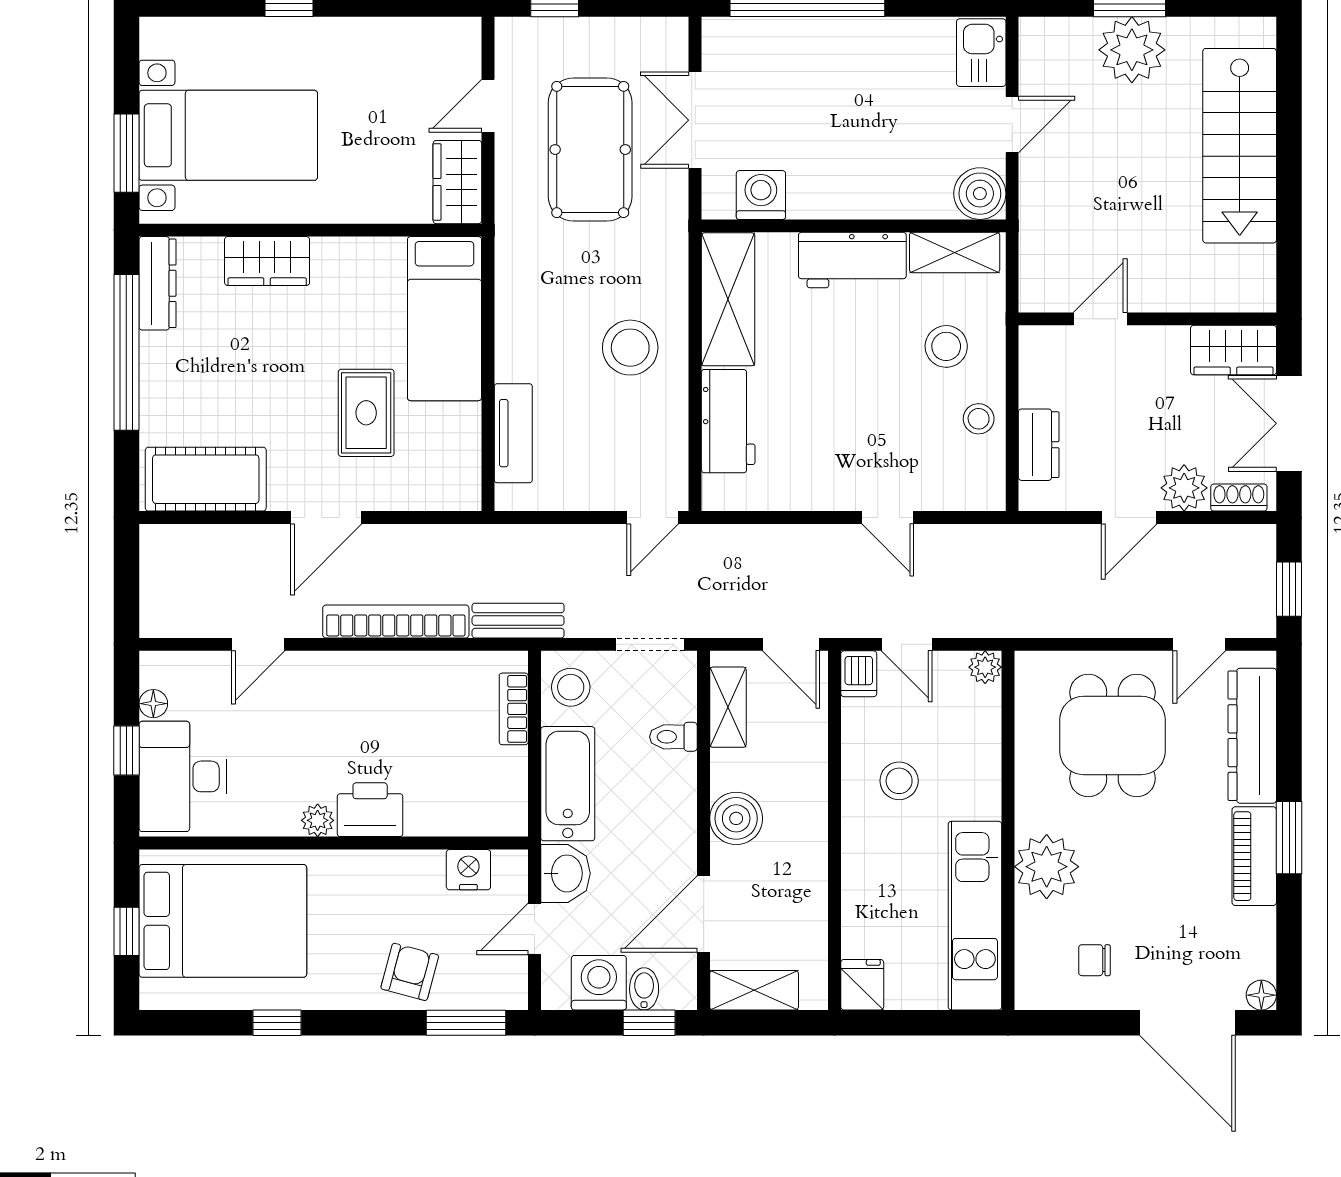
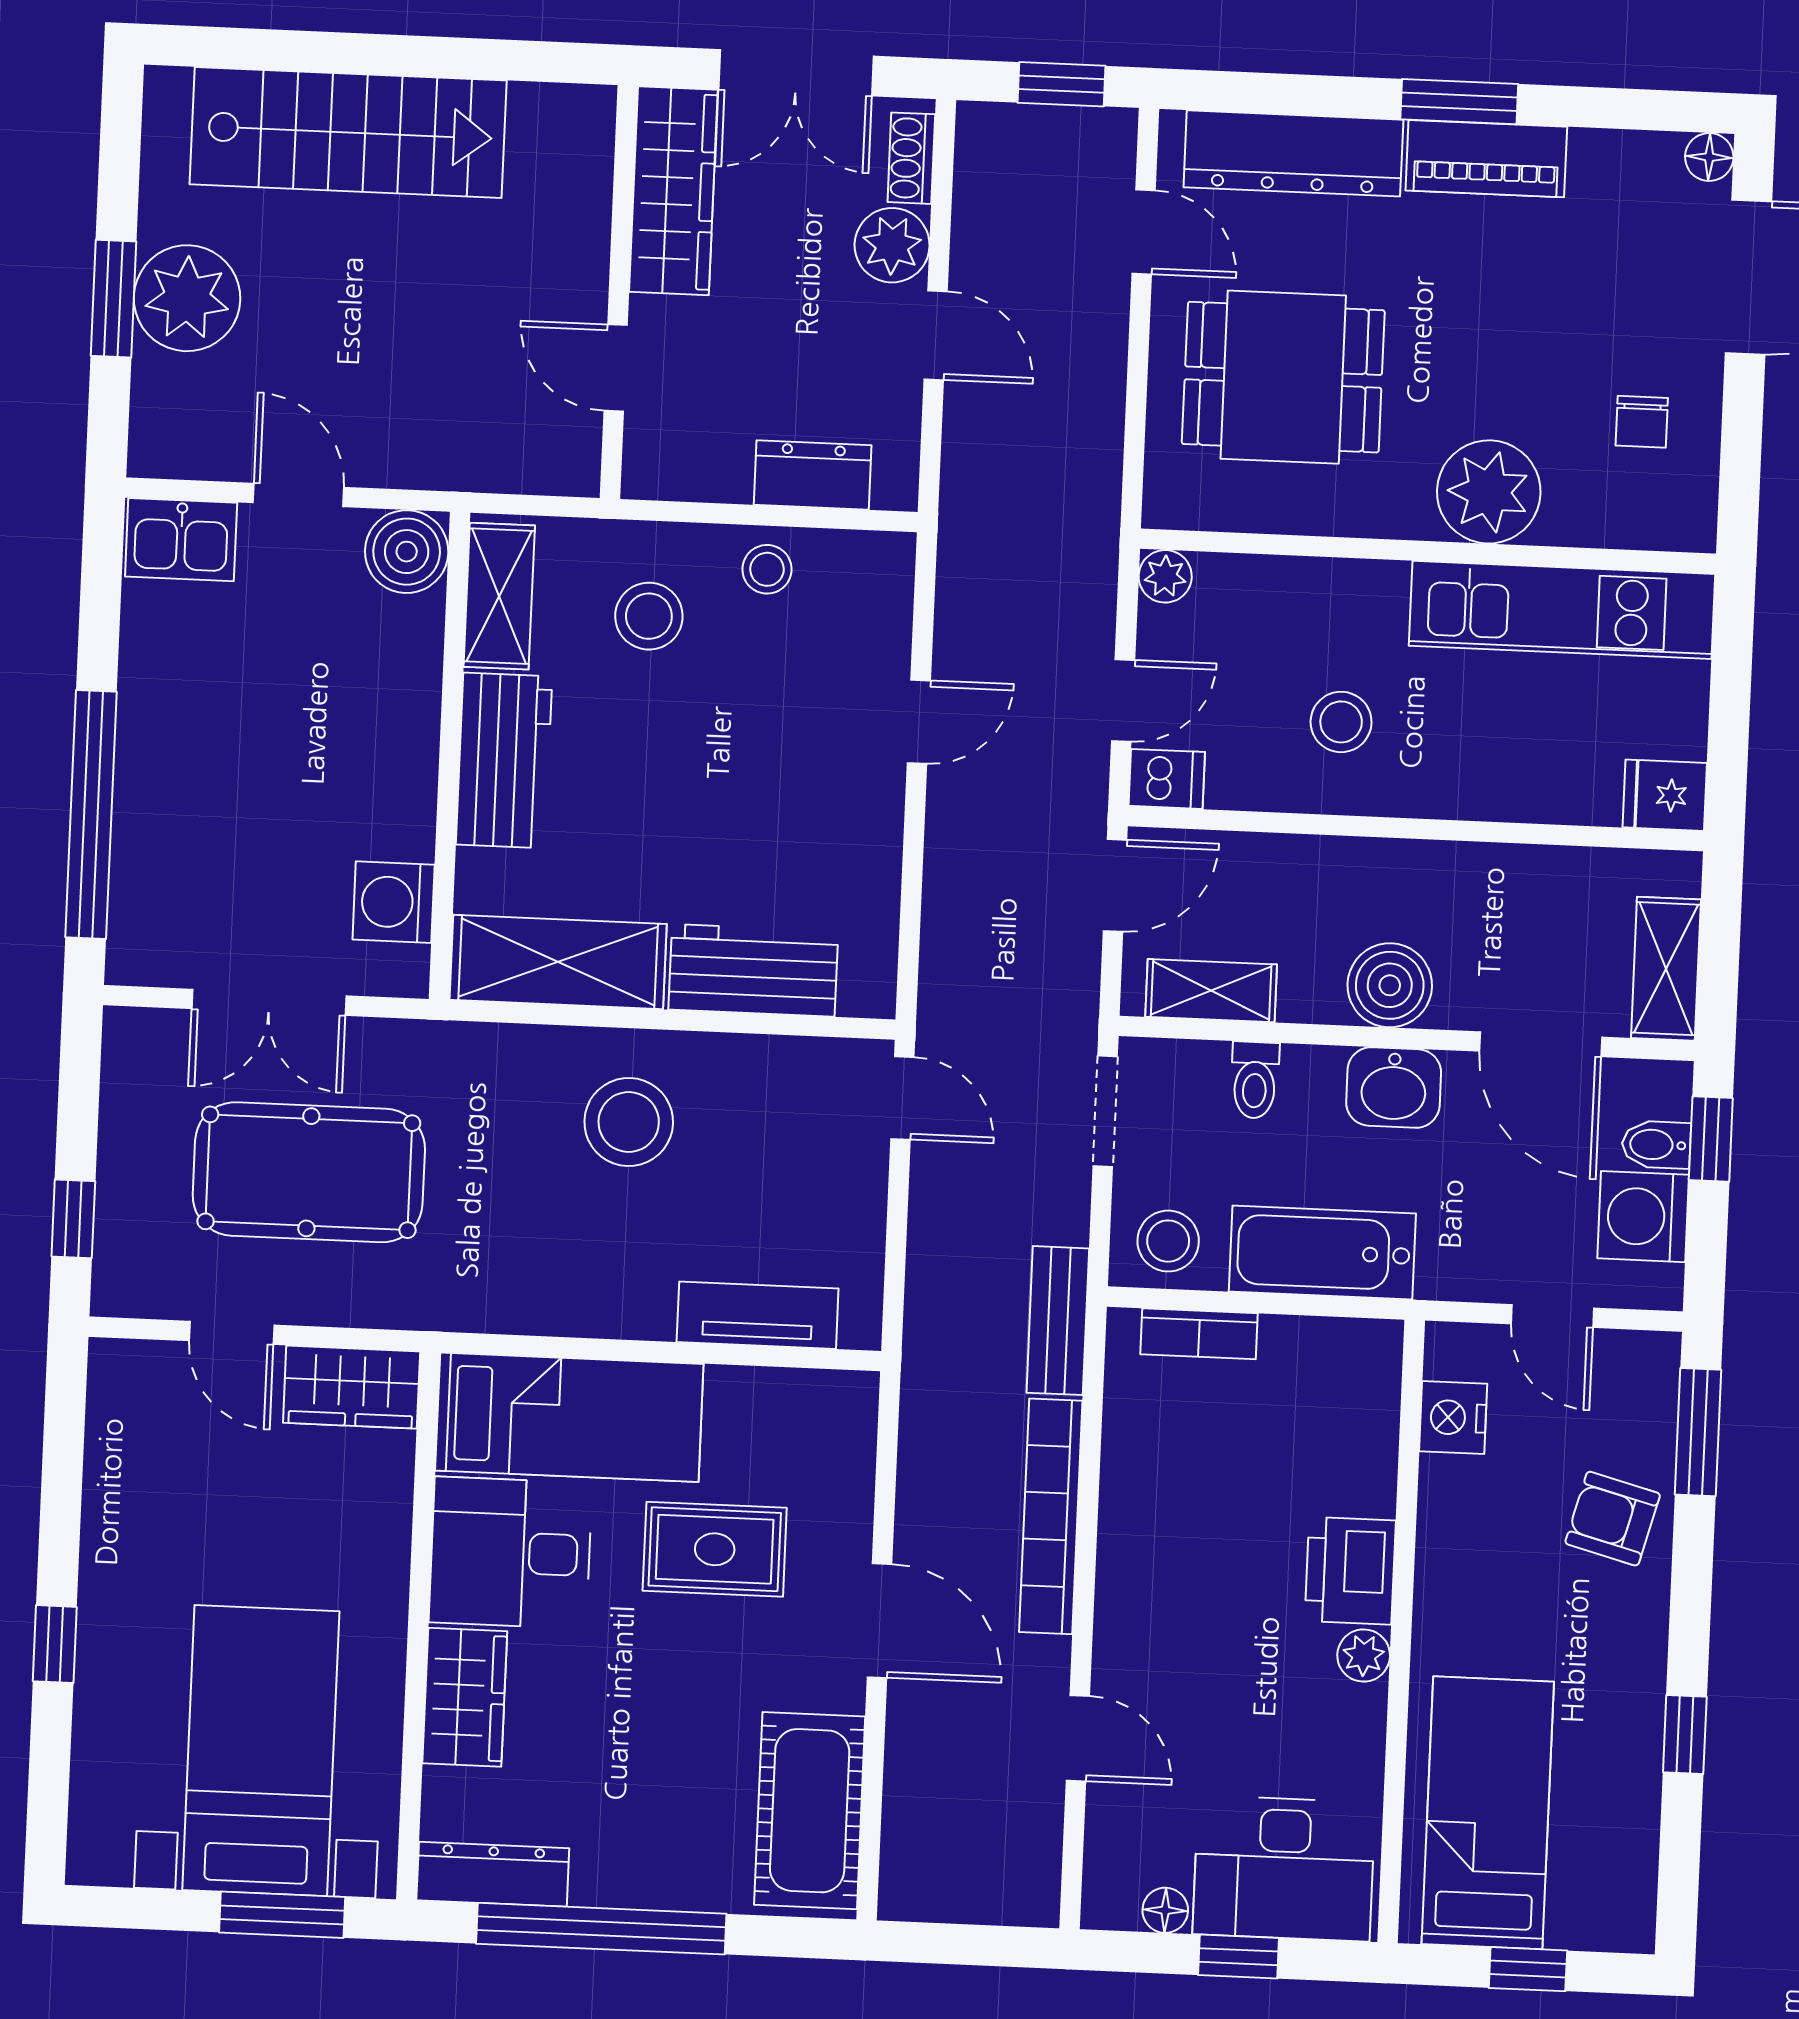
desk: (358, 286) -> (511, 1553), added
wardrobe: (1233, 350) -> (673, 191), width x1.50
washbasin: (565, 873) -> (1394, 1087), moved, turned 180
bed: (223, 921) -> (1488, 1813), width x0.67

